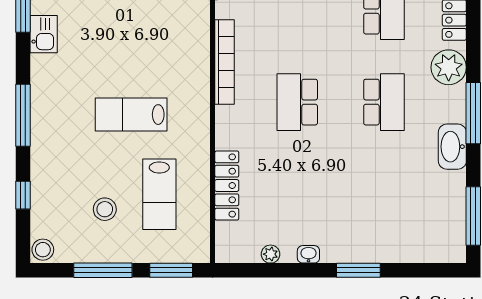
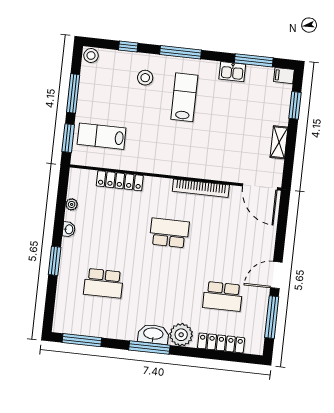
school desk: (384, 102) -> (103, 283), moved
lab bench: (131, 115) -> (184, 97), moved
washbasin: (452, 147) -> (153, 334), moved
lab bench: (159, 194) -> (102, 136), moved
stool: (105, 209) -> (145, 78), moved

